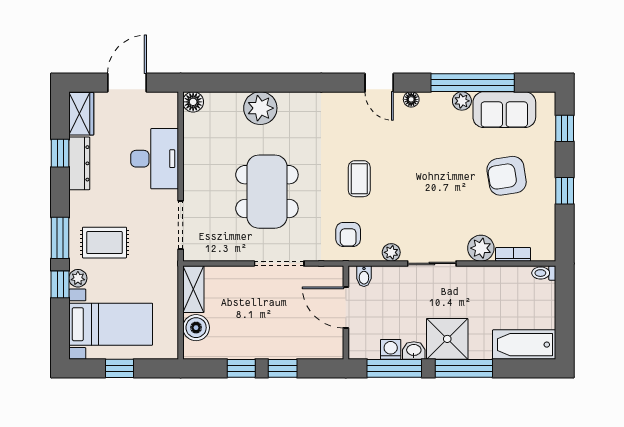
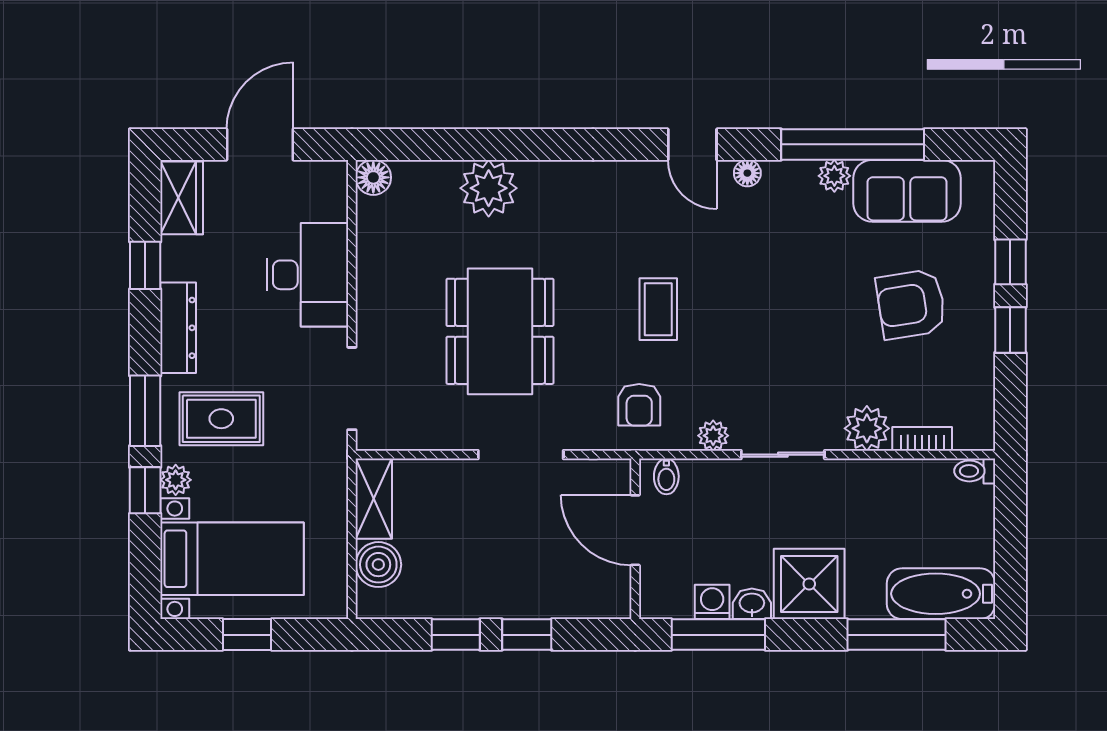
window: (565, 128) -> (1010, 262), moved
dresser: (79, 163) -> (178, 328), moved
window: (464, 368) -> (897, 635), moved

